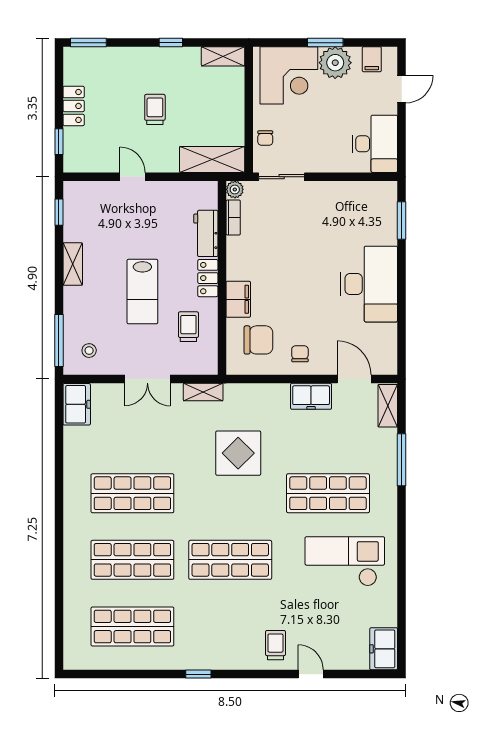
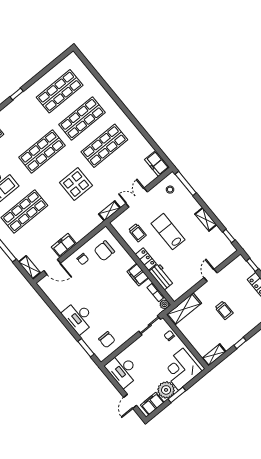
filing cabinet: (372, 59) -> (152, 404), width x2.00
door: (133, 177) -> (211, 275), swing flipped
chair: (361, 207) -> (107, 340), added
desk: (369, 284) -> (79, 317), width x0.73, depth x0.77
filing cabinet: (238, 299) -> (138, 275), moved
display table: (238, 453) -> (76, 184), moved

